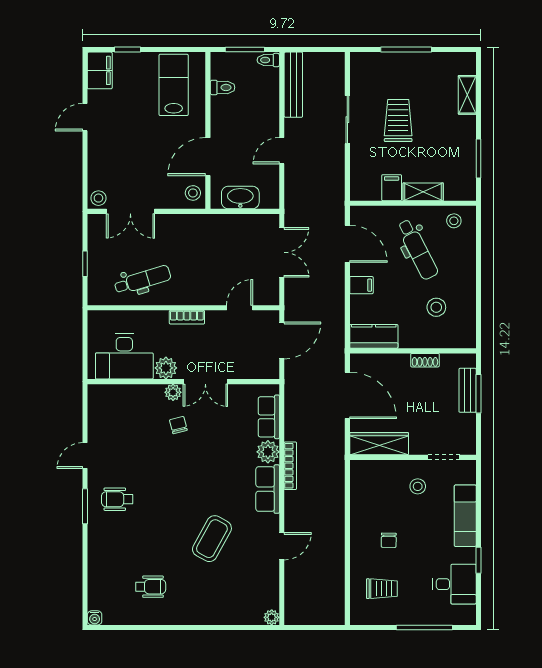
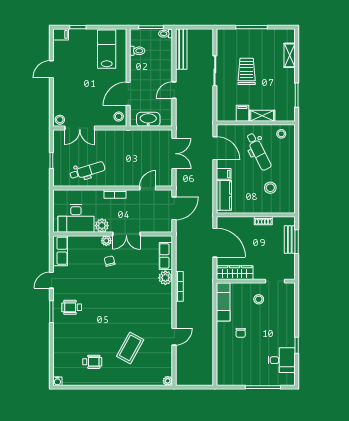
filing cabinet: (100, 70) -> (61, 34), width x0.50
kitchen counter: (374, 336) -> (224, 195), moved, turned 90
row of seats: (268, 489) -> (60, 251), moved, turned 180
exam couch: (465, 516) -> (223, 302), moved, turned 180
coffee table: (212, 539) -> (130, 348), moved
trolley: (382, 589) -> (236, 363), removed

